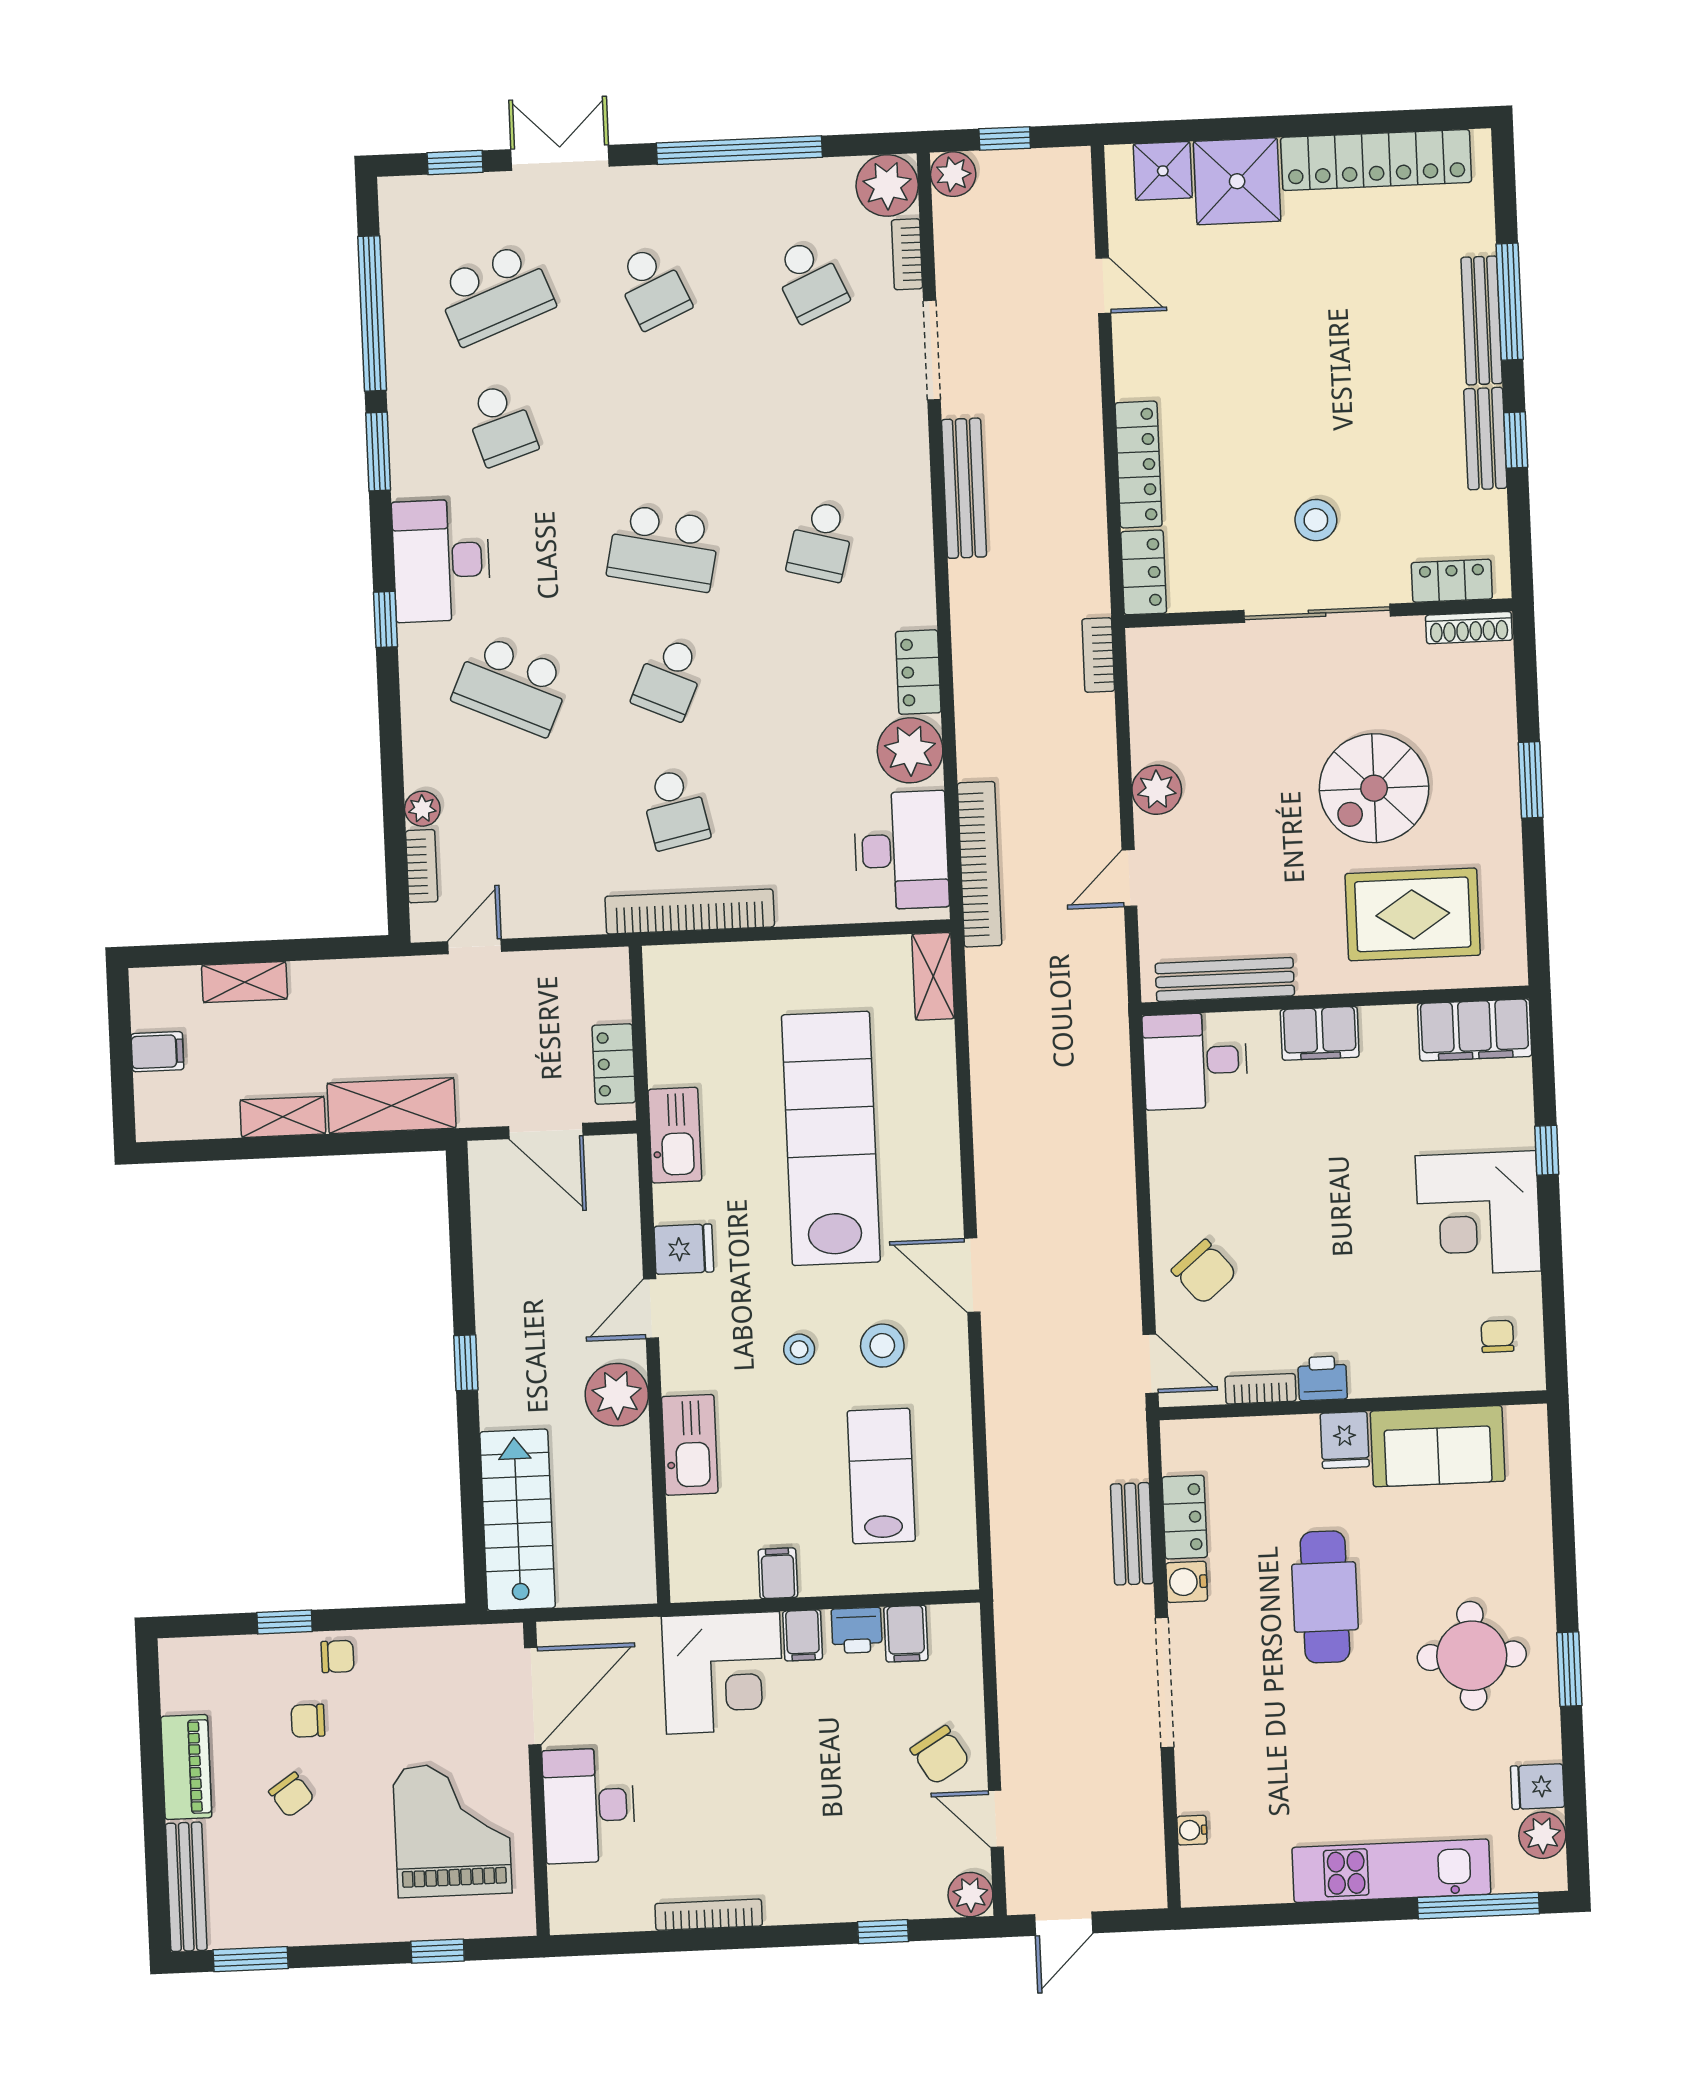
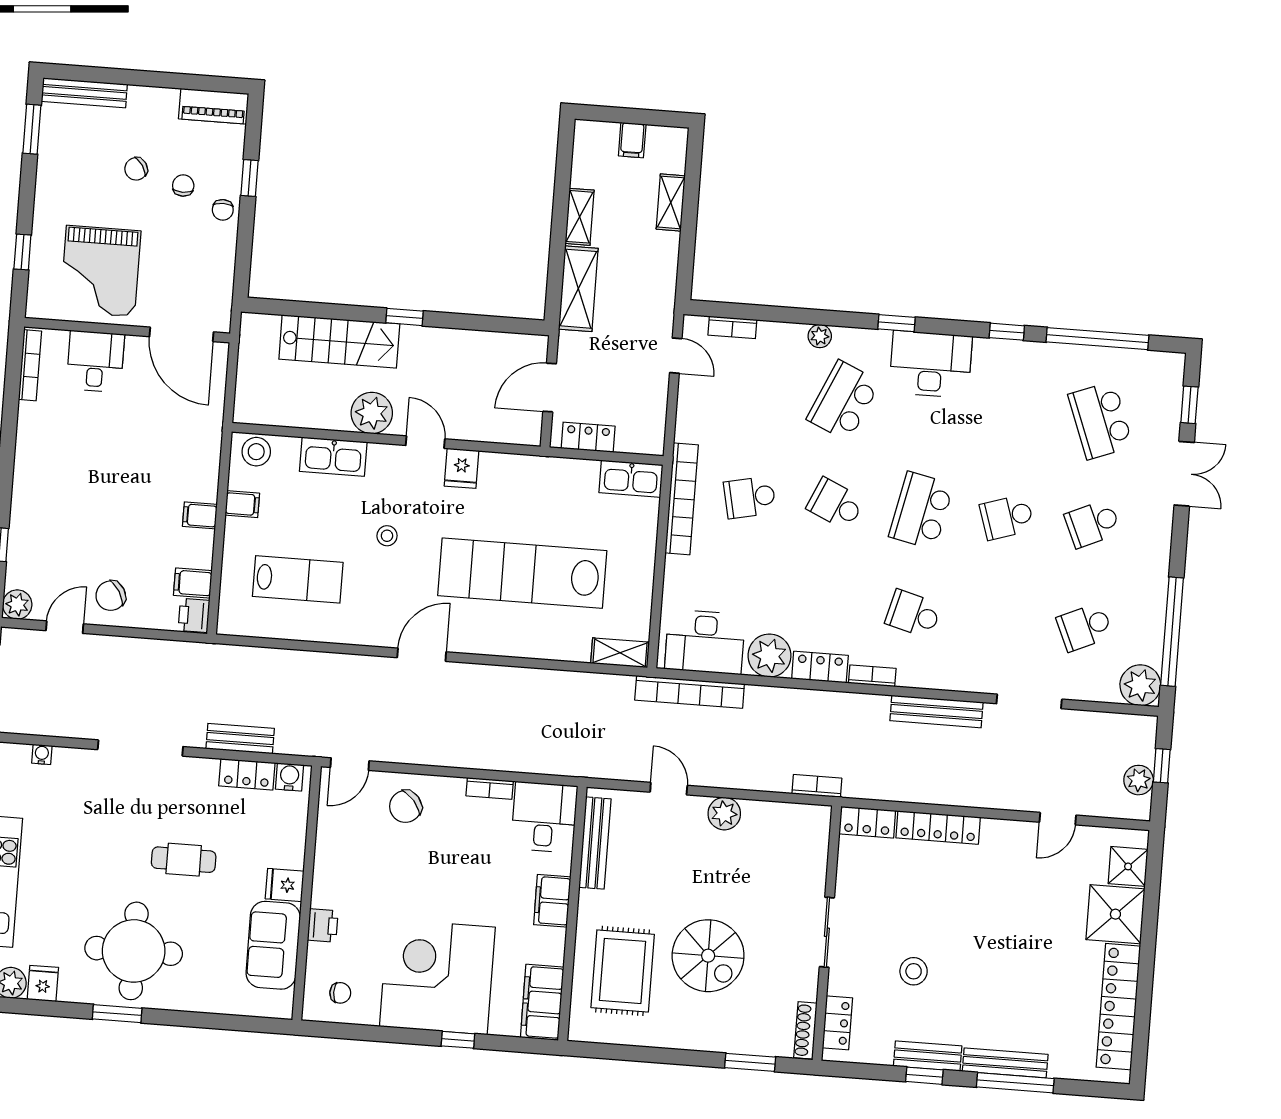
window: (739, 150) -> (1172, 632), moved
plant: (953, 174) -> (1139, 780), moved
bookcase: (907, 254) -> (872, 676), moved
school desk: (501, 424) -> (1007, 517), moved
window: (378, 451) -> (1007, 332), width x0.67
stool: (1316, 520) -> (914, 971), moved
sliding door: (1317, 613) -> (827, 932), width x0.73
window: (1531, 780) -> (750, 1062), moved
spiral stairs: (1374, 788) -> (708, 956), turned 180
plant: (422, 809) -> (820, 336), moved
kitchen sink: (675, 1135) -> (631, 479), moved
lab bench: (831, 1138) -> (522, 573), turned 180
corner desk: (1478, 1213) -> (437, 977), width x1.36, depth x1.36
stool: (882, 1346) -> (256, 452), moved
printer: (1323, 1378) -> (323, 925), moved
bookcase: (1261, 1389) -> (490, 788), moved, turned 90
stairs: (518, 1520) -> (339, 341), moved
water cooler: (1187, 1582) -> (289, 777), moved
cafe table: (1325, 1597) -> (184, 860), width x0.73, depth x0.74
printer: (857, 1630) -> (194, 615), moved
round table: (1472, 1656) -> (134, 951), width x1.36, depth x1.36
corner desk: (723, 1673) -> (182, 460), removed
piano: (186, 1767) -> (214, 106), moved
desk: (589, 1806) -> (95, 361), width x0.73
grand piano: (452, 1830) -> (100, 271), turned 90
bookcase: (709, 1915) -> (30, 365), moved

